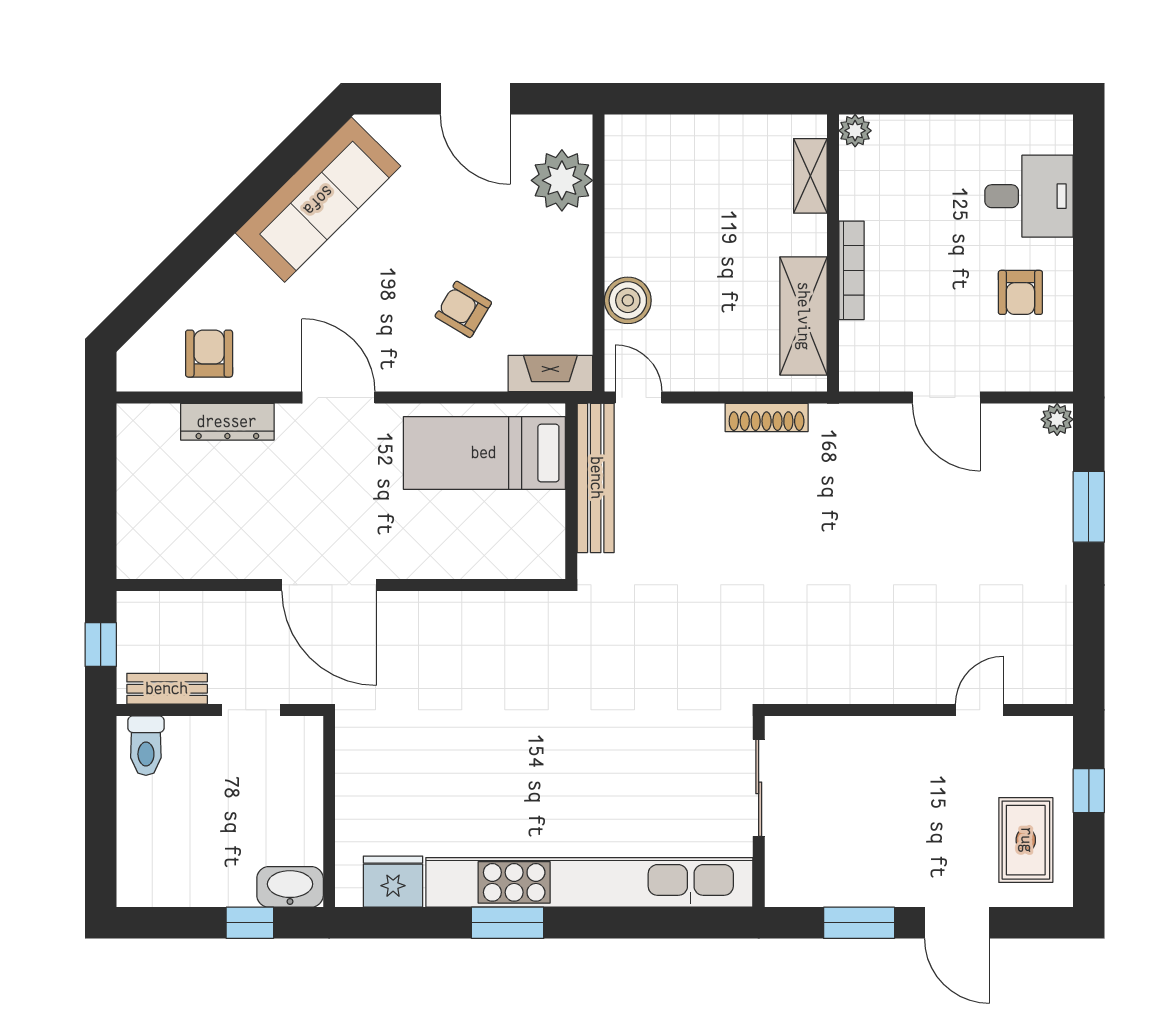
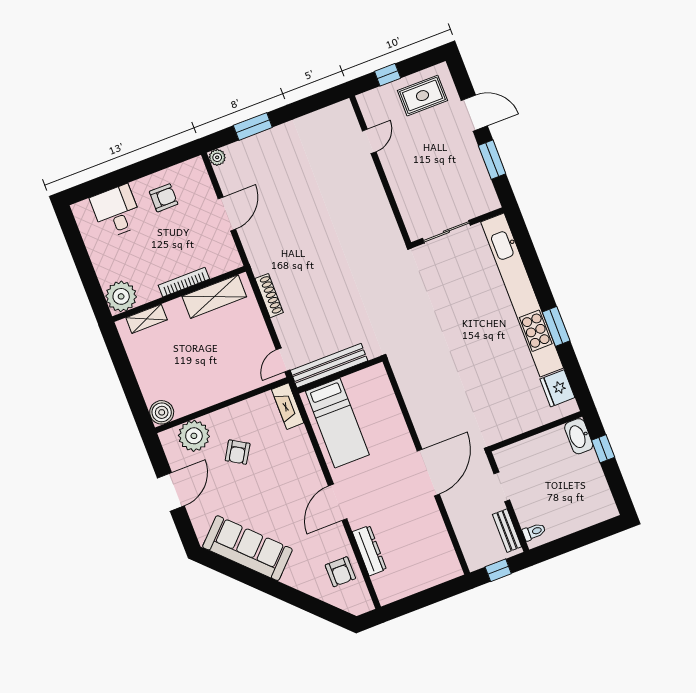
plant: (855, 131) -> (121, 296), width x1.88, depth x1.88
boiler: (628, 300) -> (162, 412), moved
armchair: (463, 309) -> (238, 452), moved
armchair: (209, 354) -> (340, 572), turned -90
door: (979, 710) -> (369, 141), swing flipped
toilet: (146, 746) -> (534, 532), width x0.73, depth x0.72
door: (957, 923) -> (474, 113), hinge flipped

